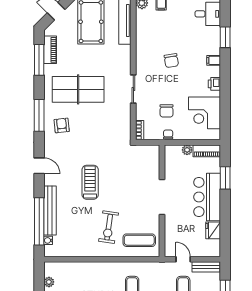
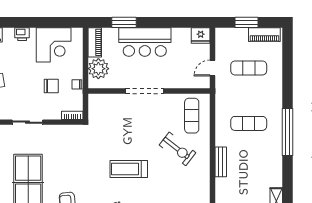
plant: (187, 150) -> (98, 69), width x1.88, depth x1.88
exercise bike: (109, 227) -> (178, 149), turned 30
fridge: (213, 230) -> (201, 36), moved
bench: (206, 267) -> (221, 162), moved

